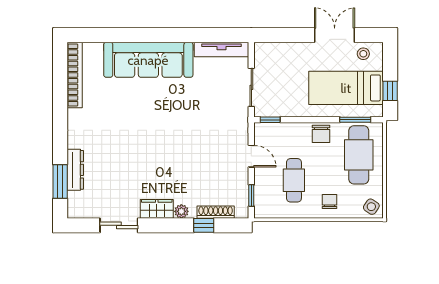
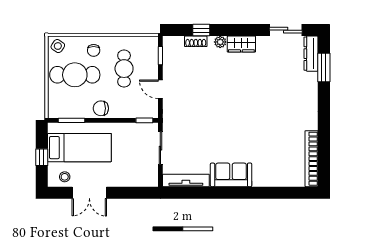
sofa: (148, 60) -> (231, 175), width x0.54, depth x0.79
window: (390, 91) -> (42, 157), moved
chair: (321, 134) -> (101, 108), turned -90
cafe table: (359, 155) -> (75, 75), moved, turned 90
dresser: (75, 170) -> (311, 54), moved
shoe rack: (216, 212) -> (196, 41), width x0.70
sliding door: (119, 225) -> (286, 30), moved

